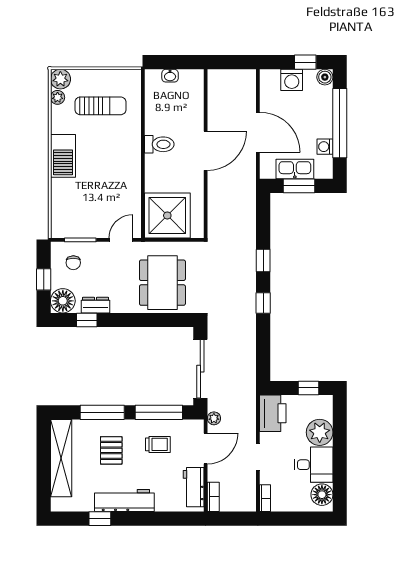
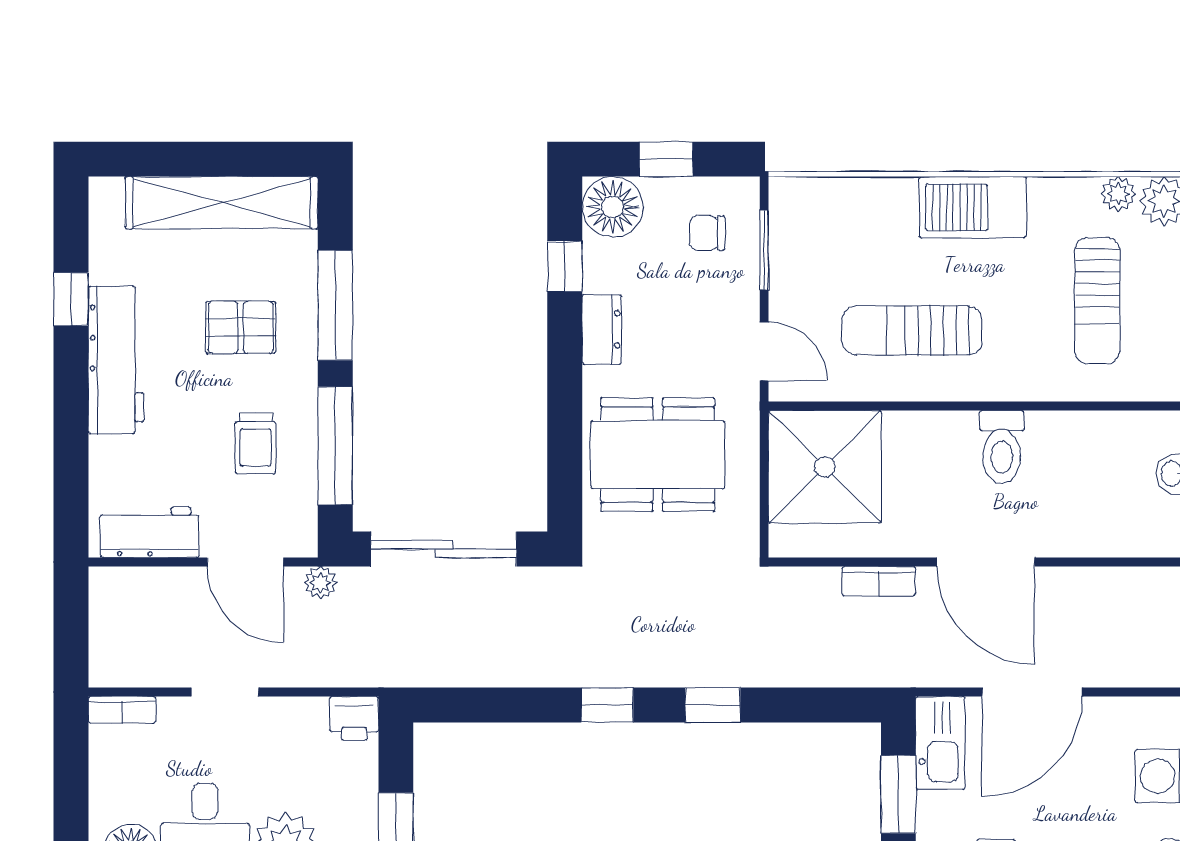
kitchen sink: (295, 169) -> (940, 743), moved
sun lounger: (112, 180) -> (912, 330), added
dresser: (96, 305) -> (602, 329), moved
printer: (273, 413) -> (354, 718), width x0.53, depth x0.68
bookcase: (213, 497) -> (879, 581), moved

